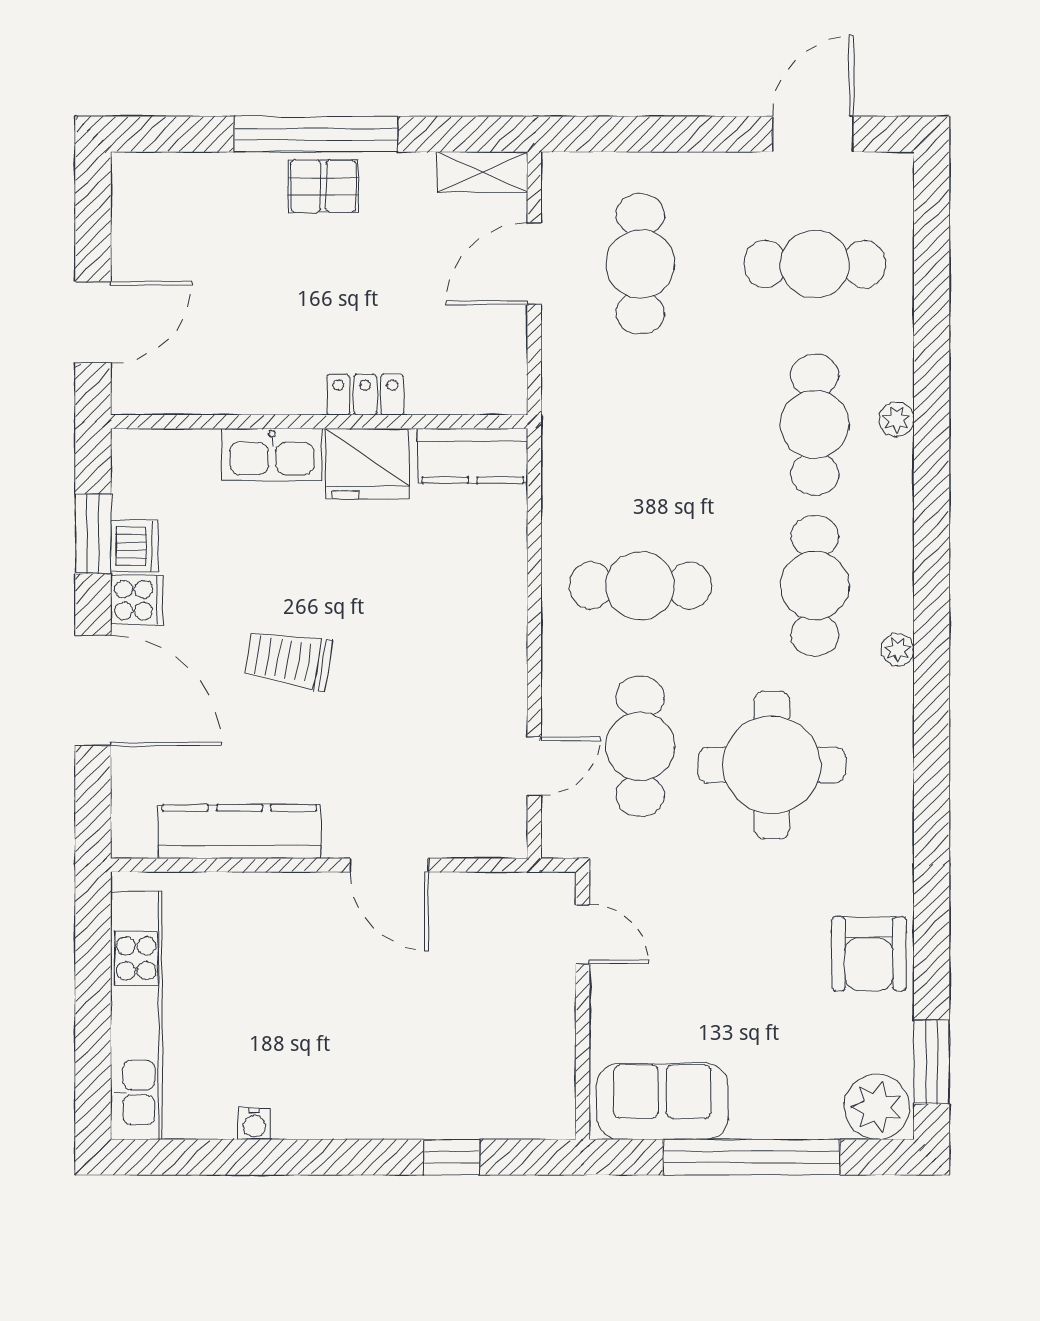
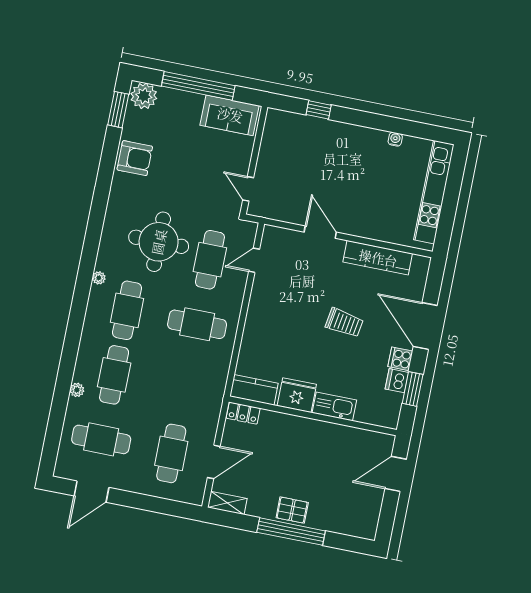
locker: (365, 395) -> (243, 413), moved
plant: (897, 419) -> (77, 390), moved
armchair: (869, 954) -> (135, 158), turned 90

